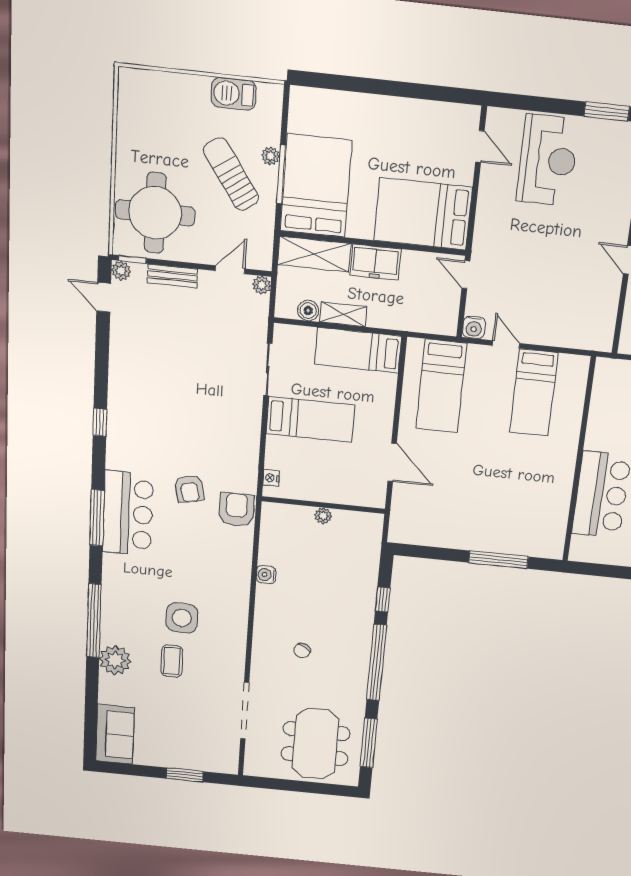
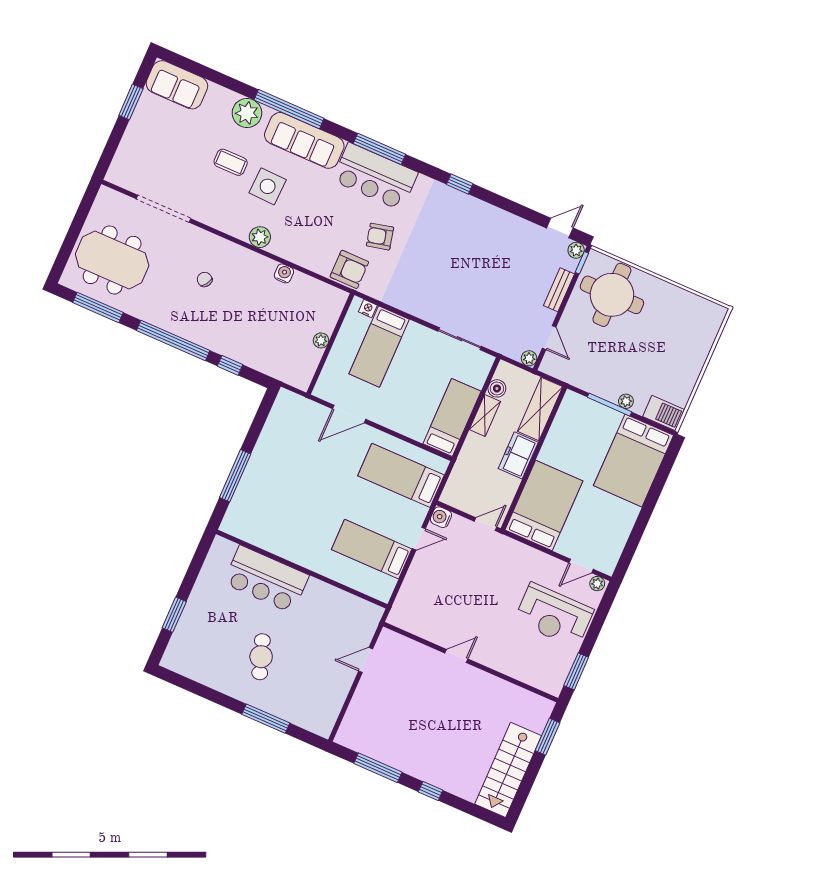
barbecue: (234, 94) -> (664, 413), moved, turned 90
plant: (495, 120) -> (597, 584), added
sun lounger: (231, 174) -> (622, 366), removed
bed: (316, 186) -> (634, 460), moved, turned 90
bed: (310, 419) -> (379, 346), moved
sofa: (120, 596) -> (304, 140), added
plant: (237, 610) -> (260, 237), added
window: (185, 775) -> (131, 102), moved

